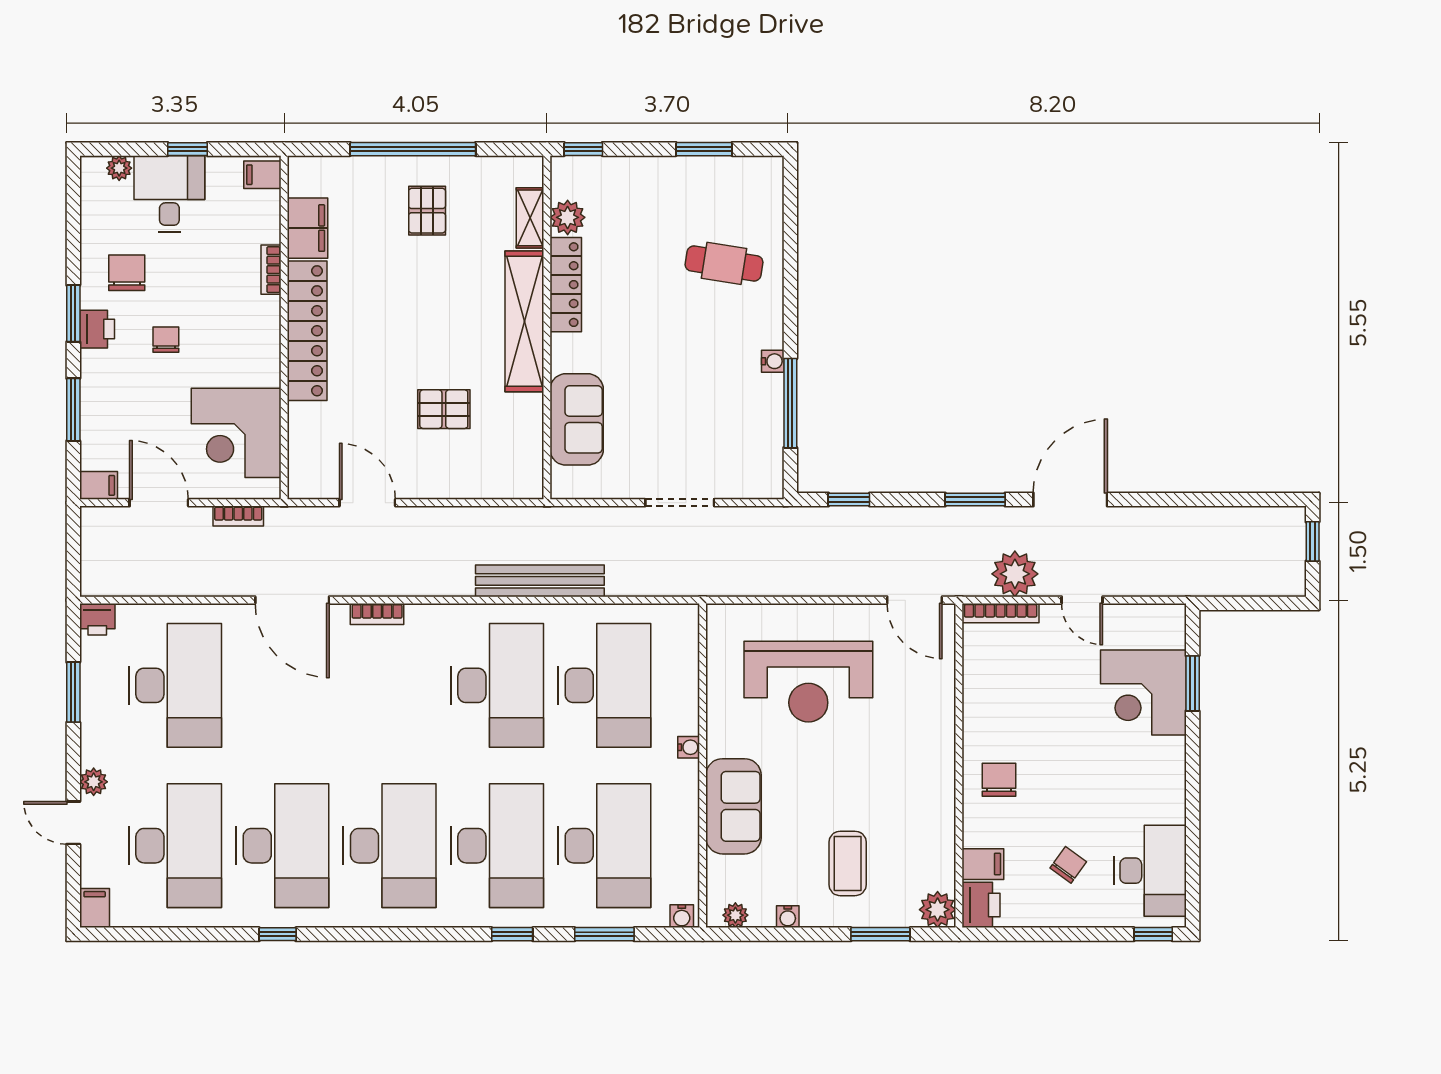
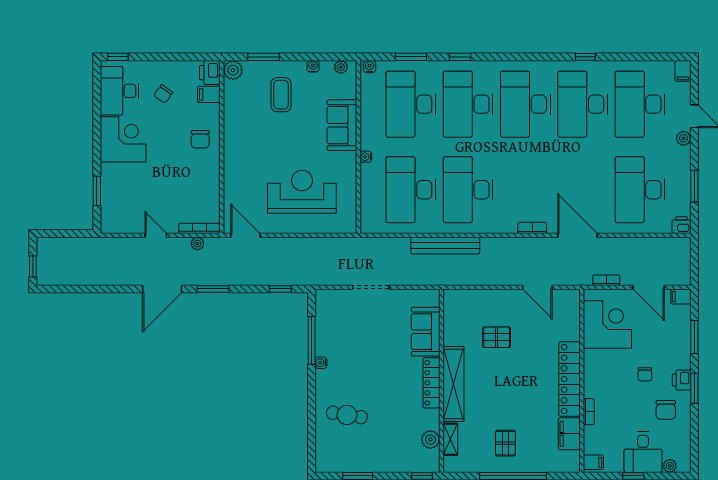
locker: (566, 285) -> (431, 383), moved
plant: (1015, 574) -> (197, 244), width x0.53, depth x0.53
corner desk: (1143, 692) -> (123, 139), moved

